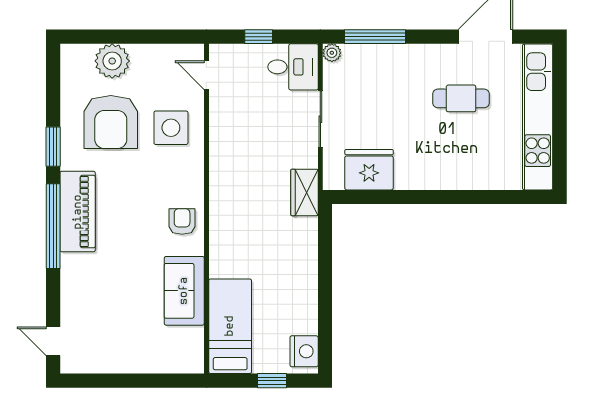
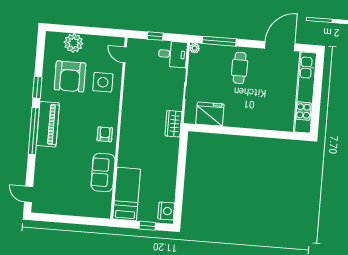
cafe table: (461, 98) -> (240, 68), moved, turned 90

